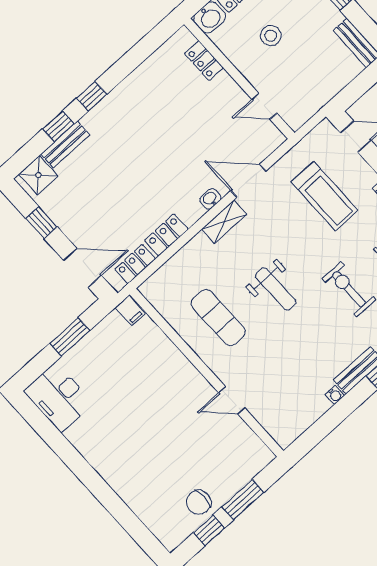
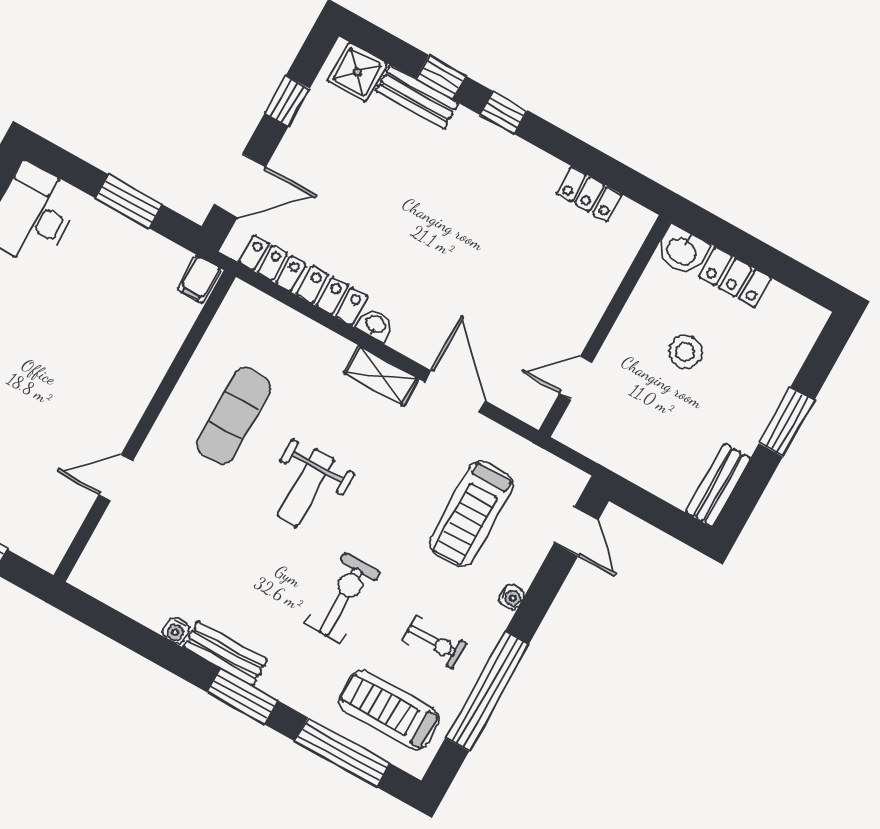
locker: (204, 61) -> (589, 194), moved, turned -90
door: (264, 106) -> (576, 378), hinge flipped
washbasin: (210, 199) -> (375, 325), moved
door: (82, 268) -> (240, 186), hinge flipped
door: (232, 400) -> (116, 478), hinge flipped

